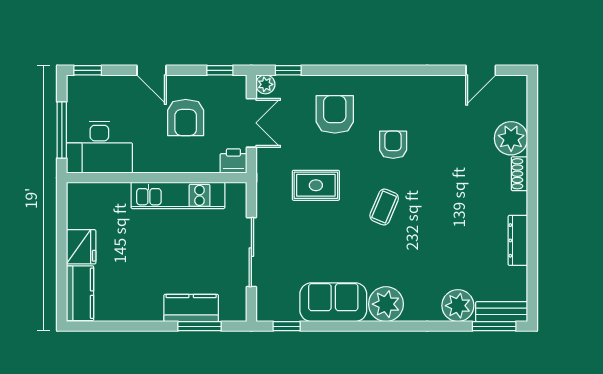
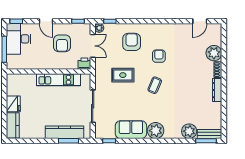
desk: (99, 147) -> (18, 39), moved, turned 90
dresser: (518, 240) -> (217, 90), moved
kitchen counter: (191, 308) -> (65, 132), width x1.50

